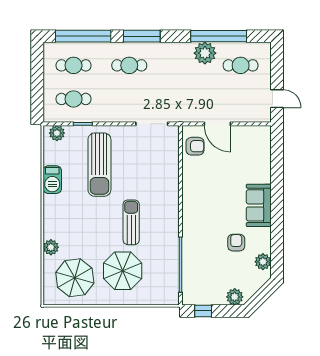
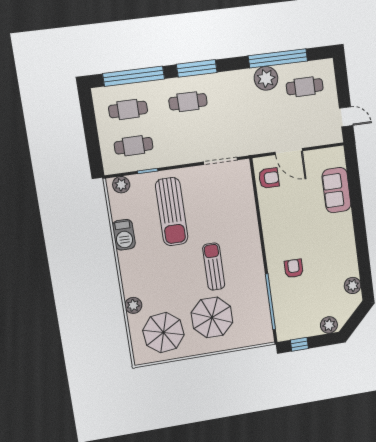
sofa: (259, 205) -> (337, 190), moved
armchair: (236, 243) -> (294, 268), moved

